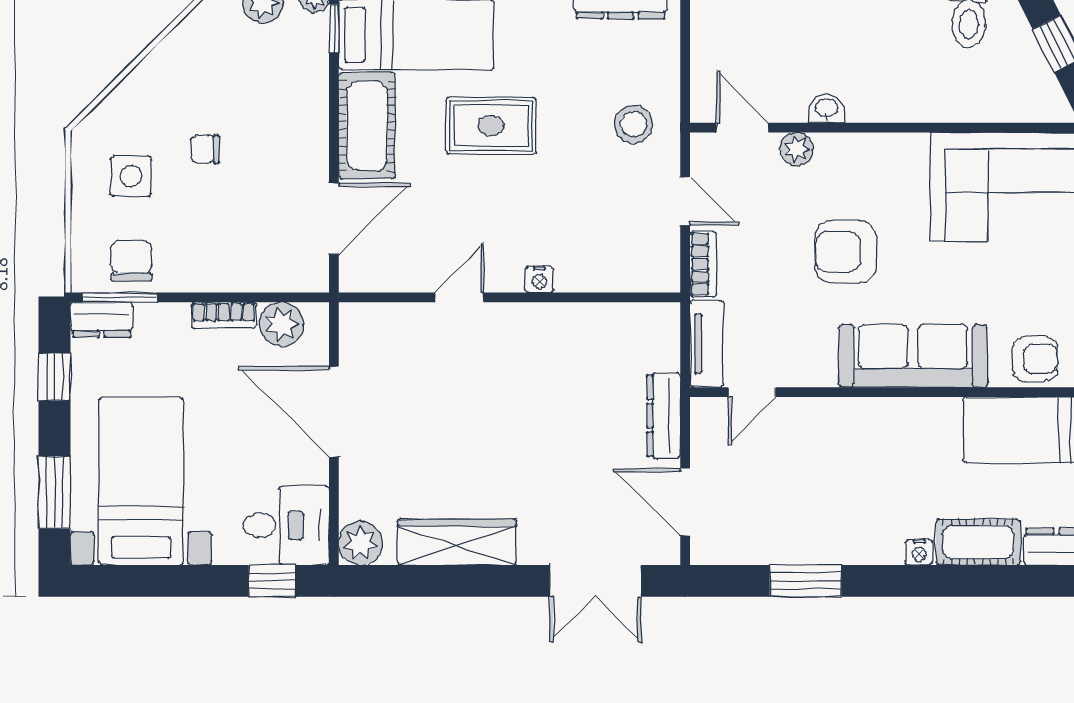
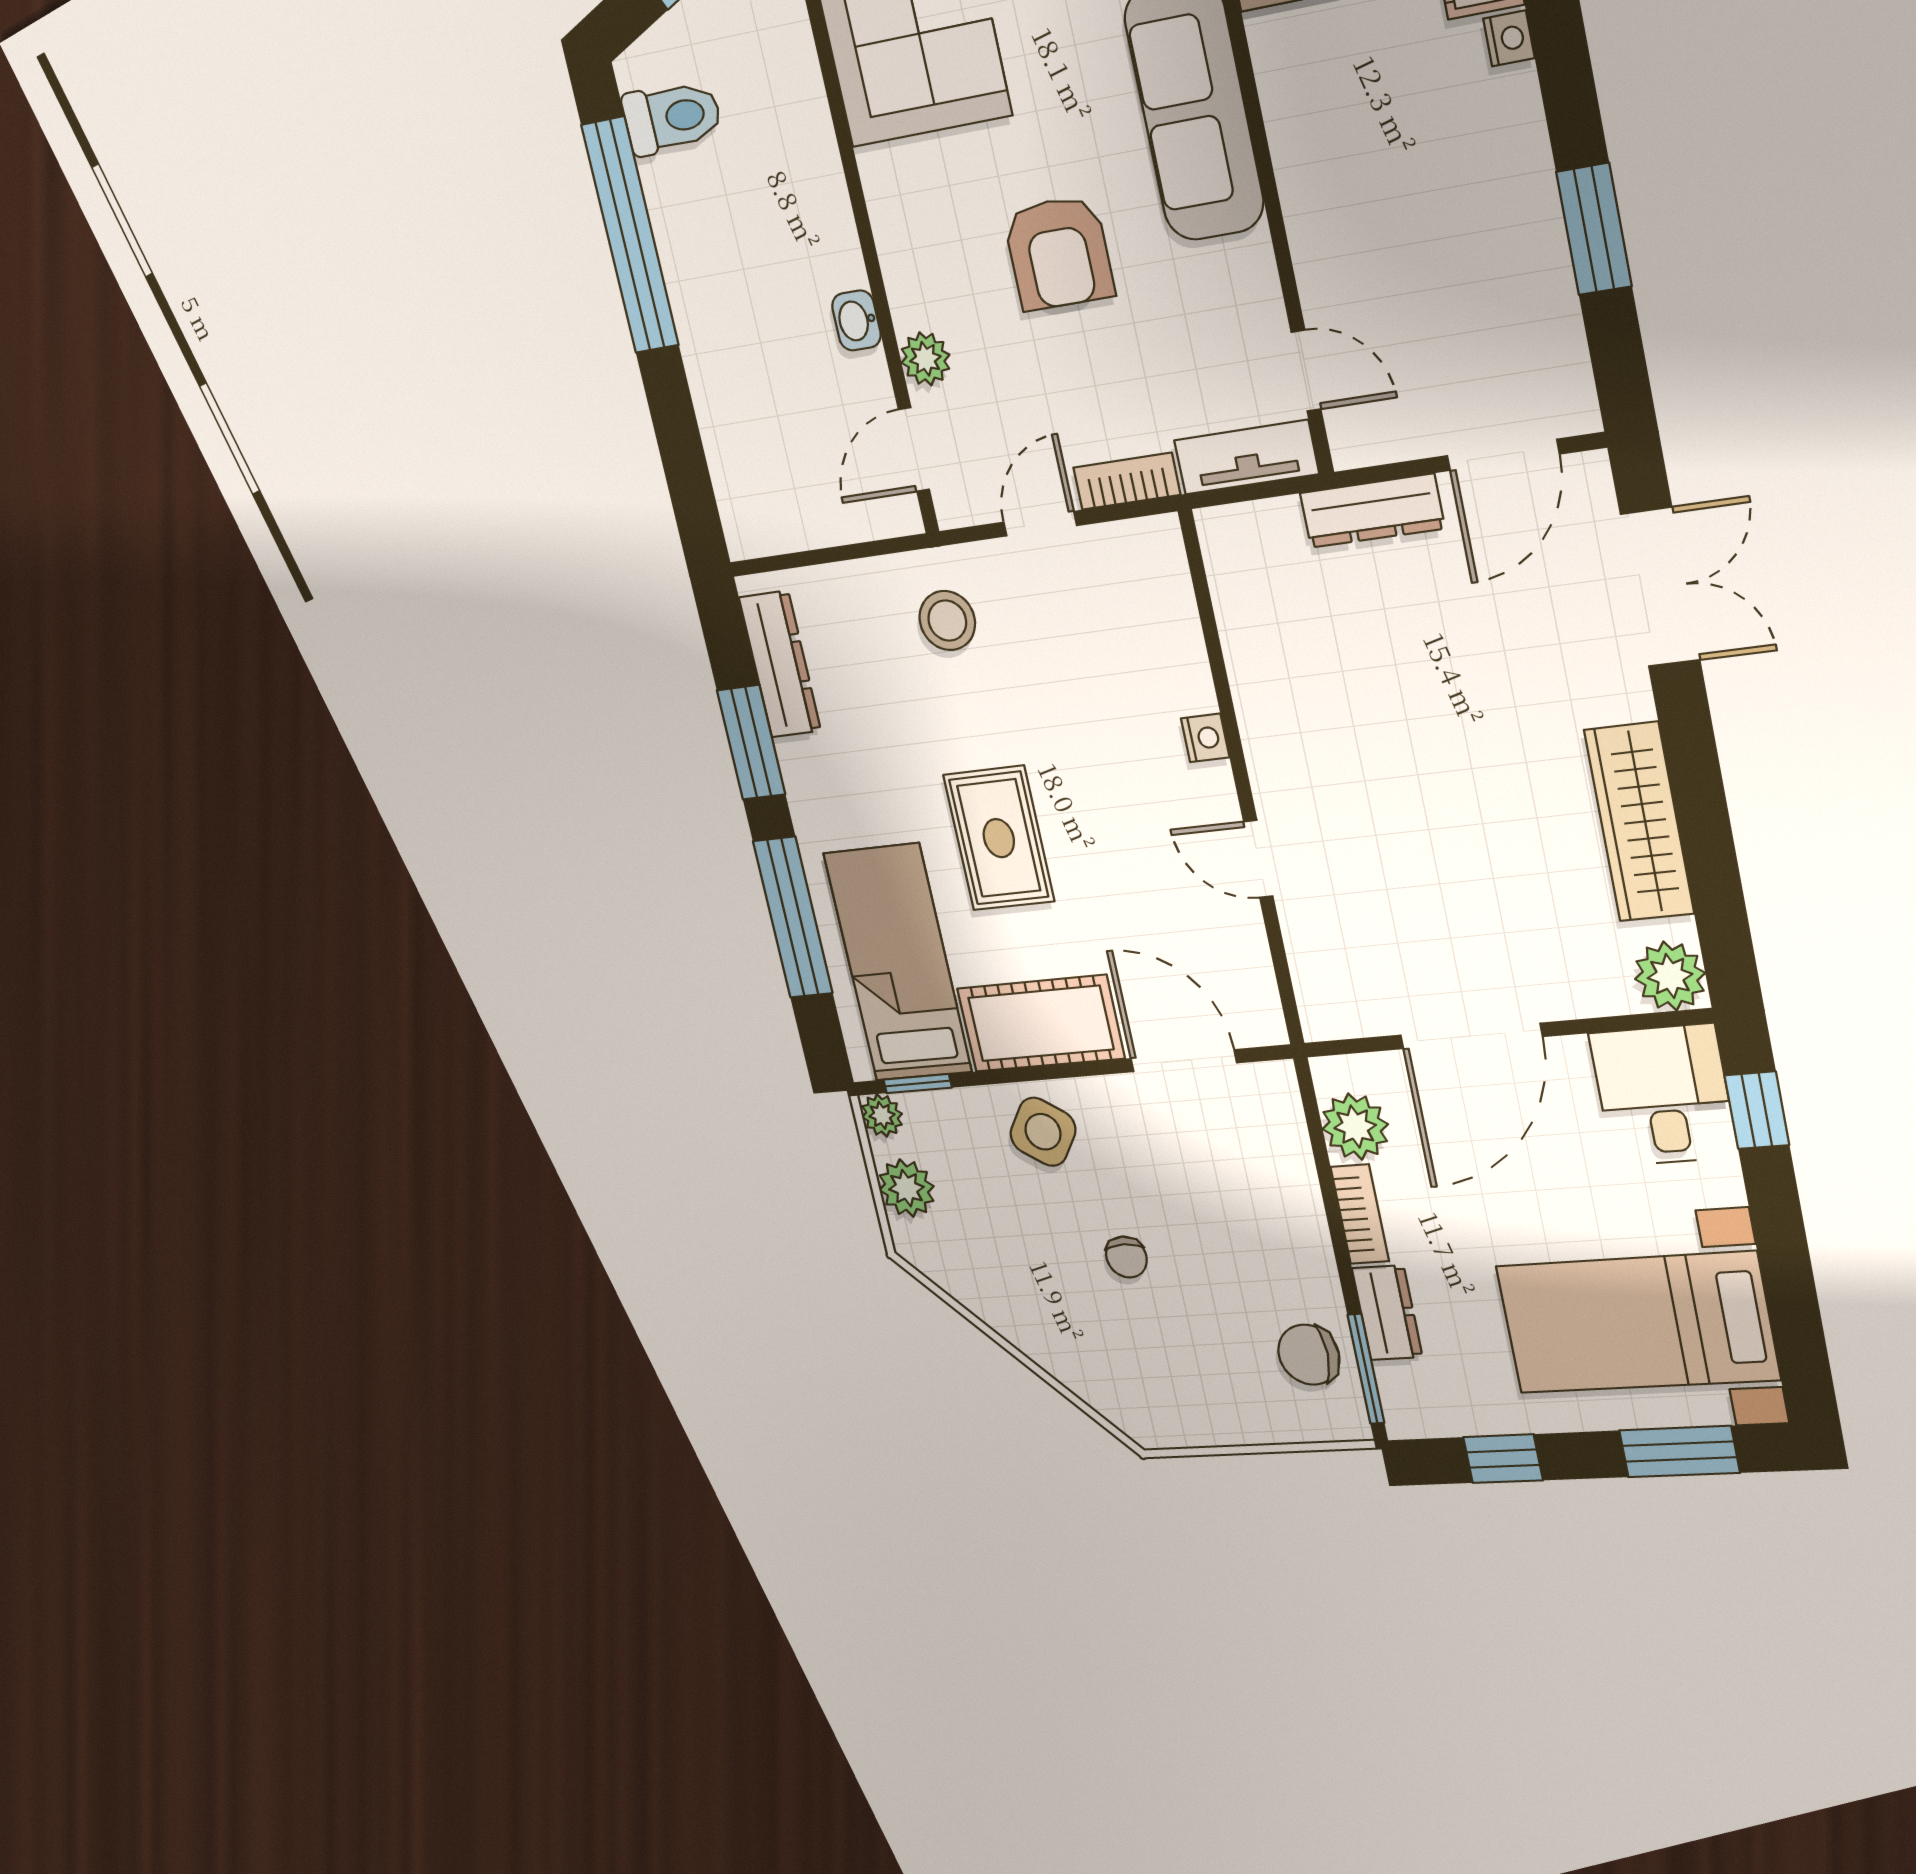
side table: (131, 176) -> (1043, 1132), moved, turned 34
dresser: (101, 320) -> (1387, 1313), moved

